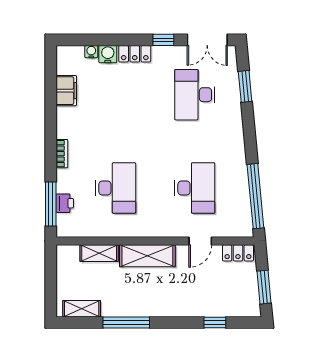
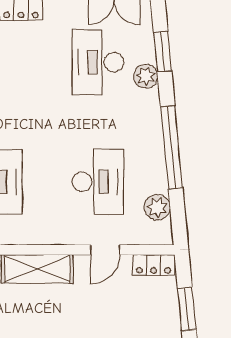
plant: (232, 106) -> (146, 76), added
window: (255, 196) -> (172, 147), moved
plant: (241, 208) -> (157, 207), added

